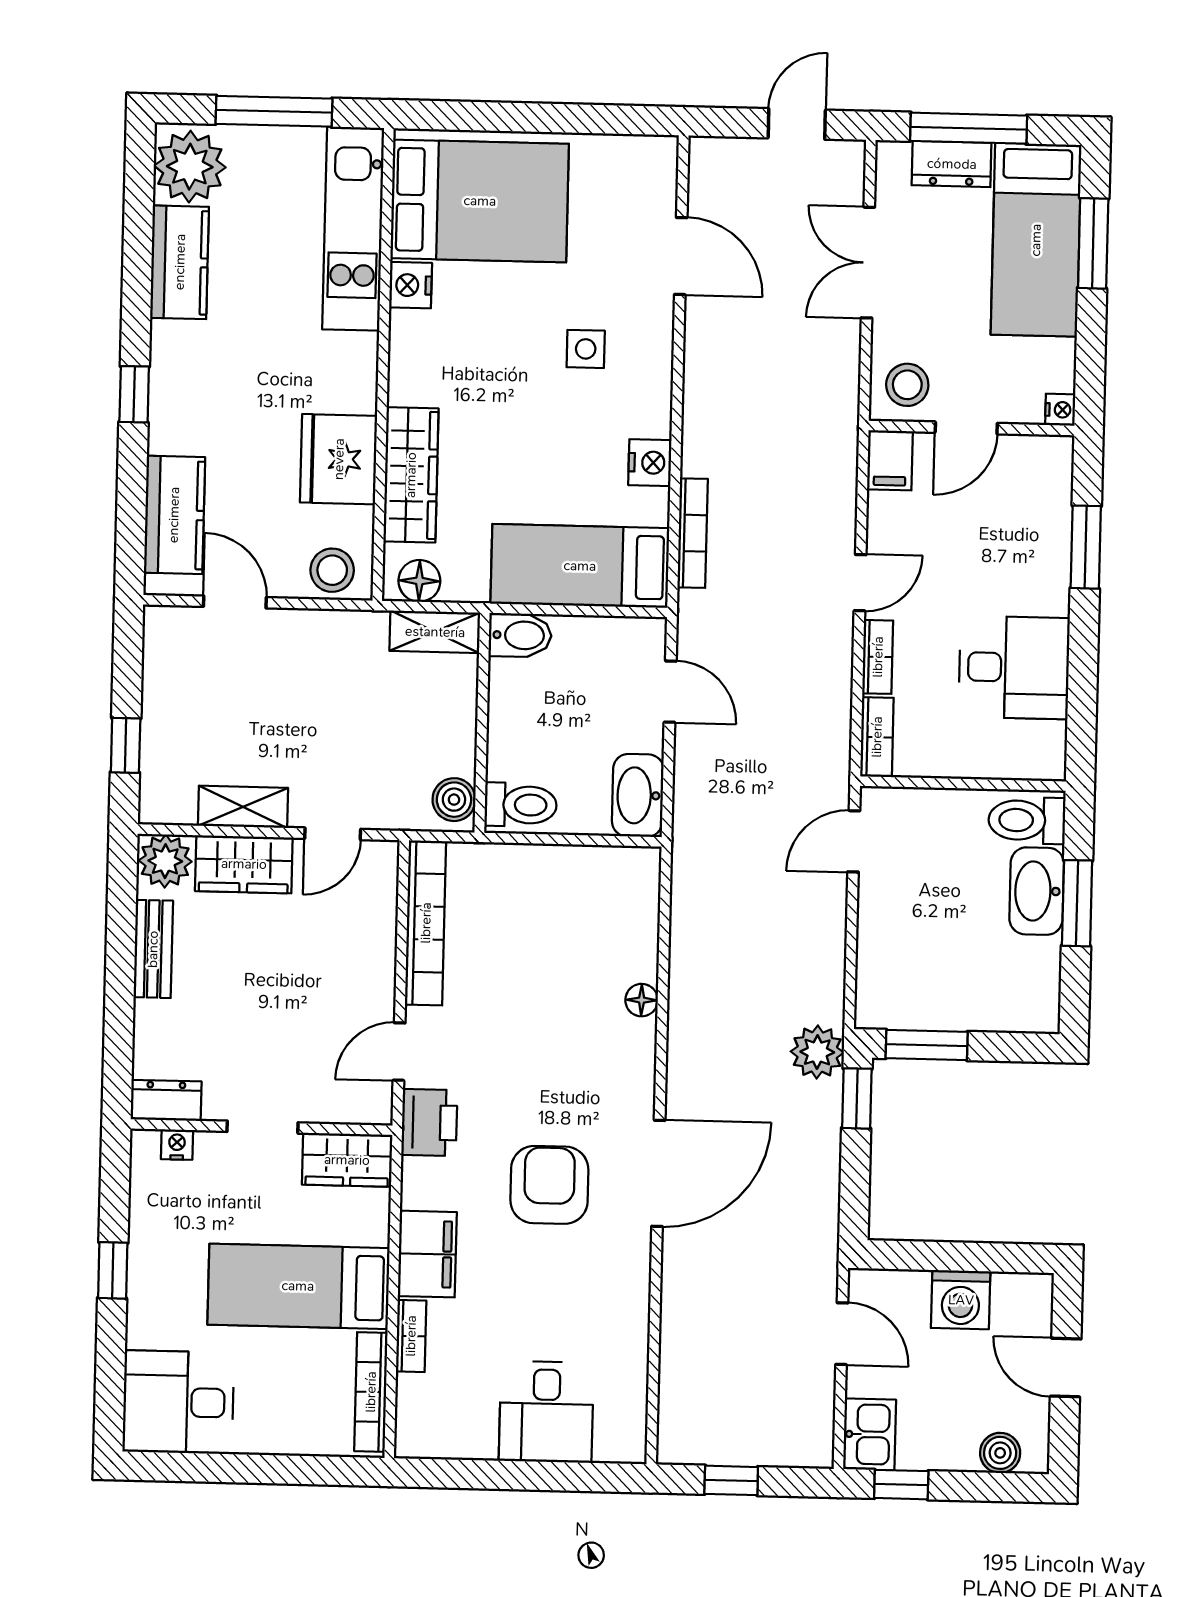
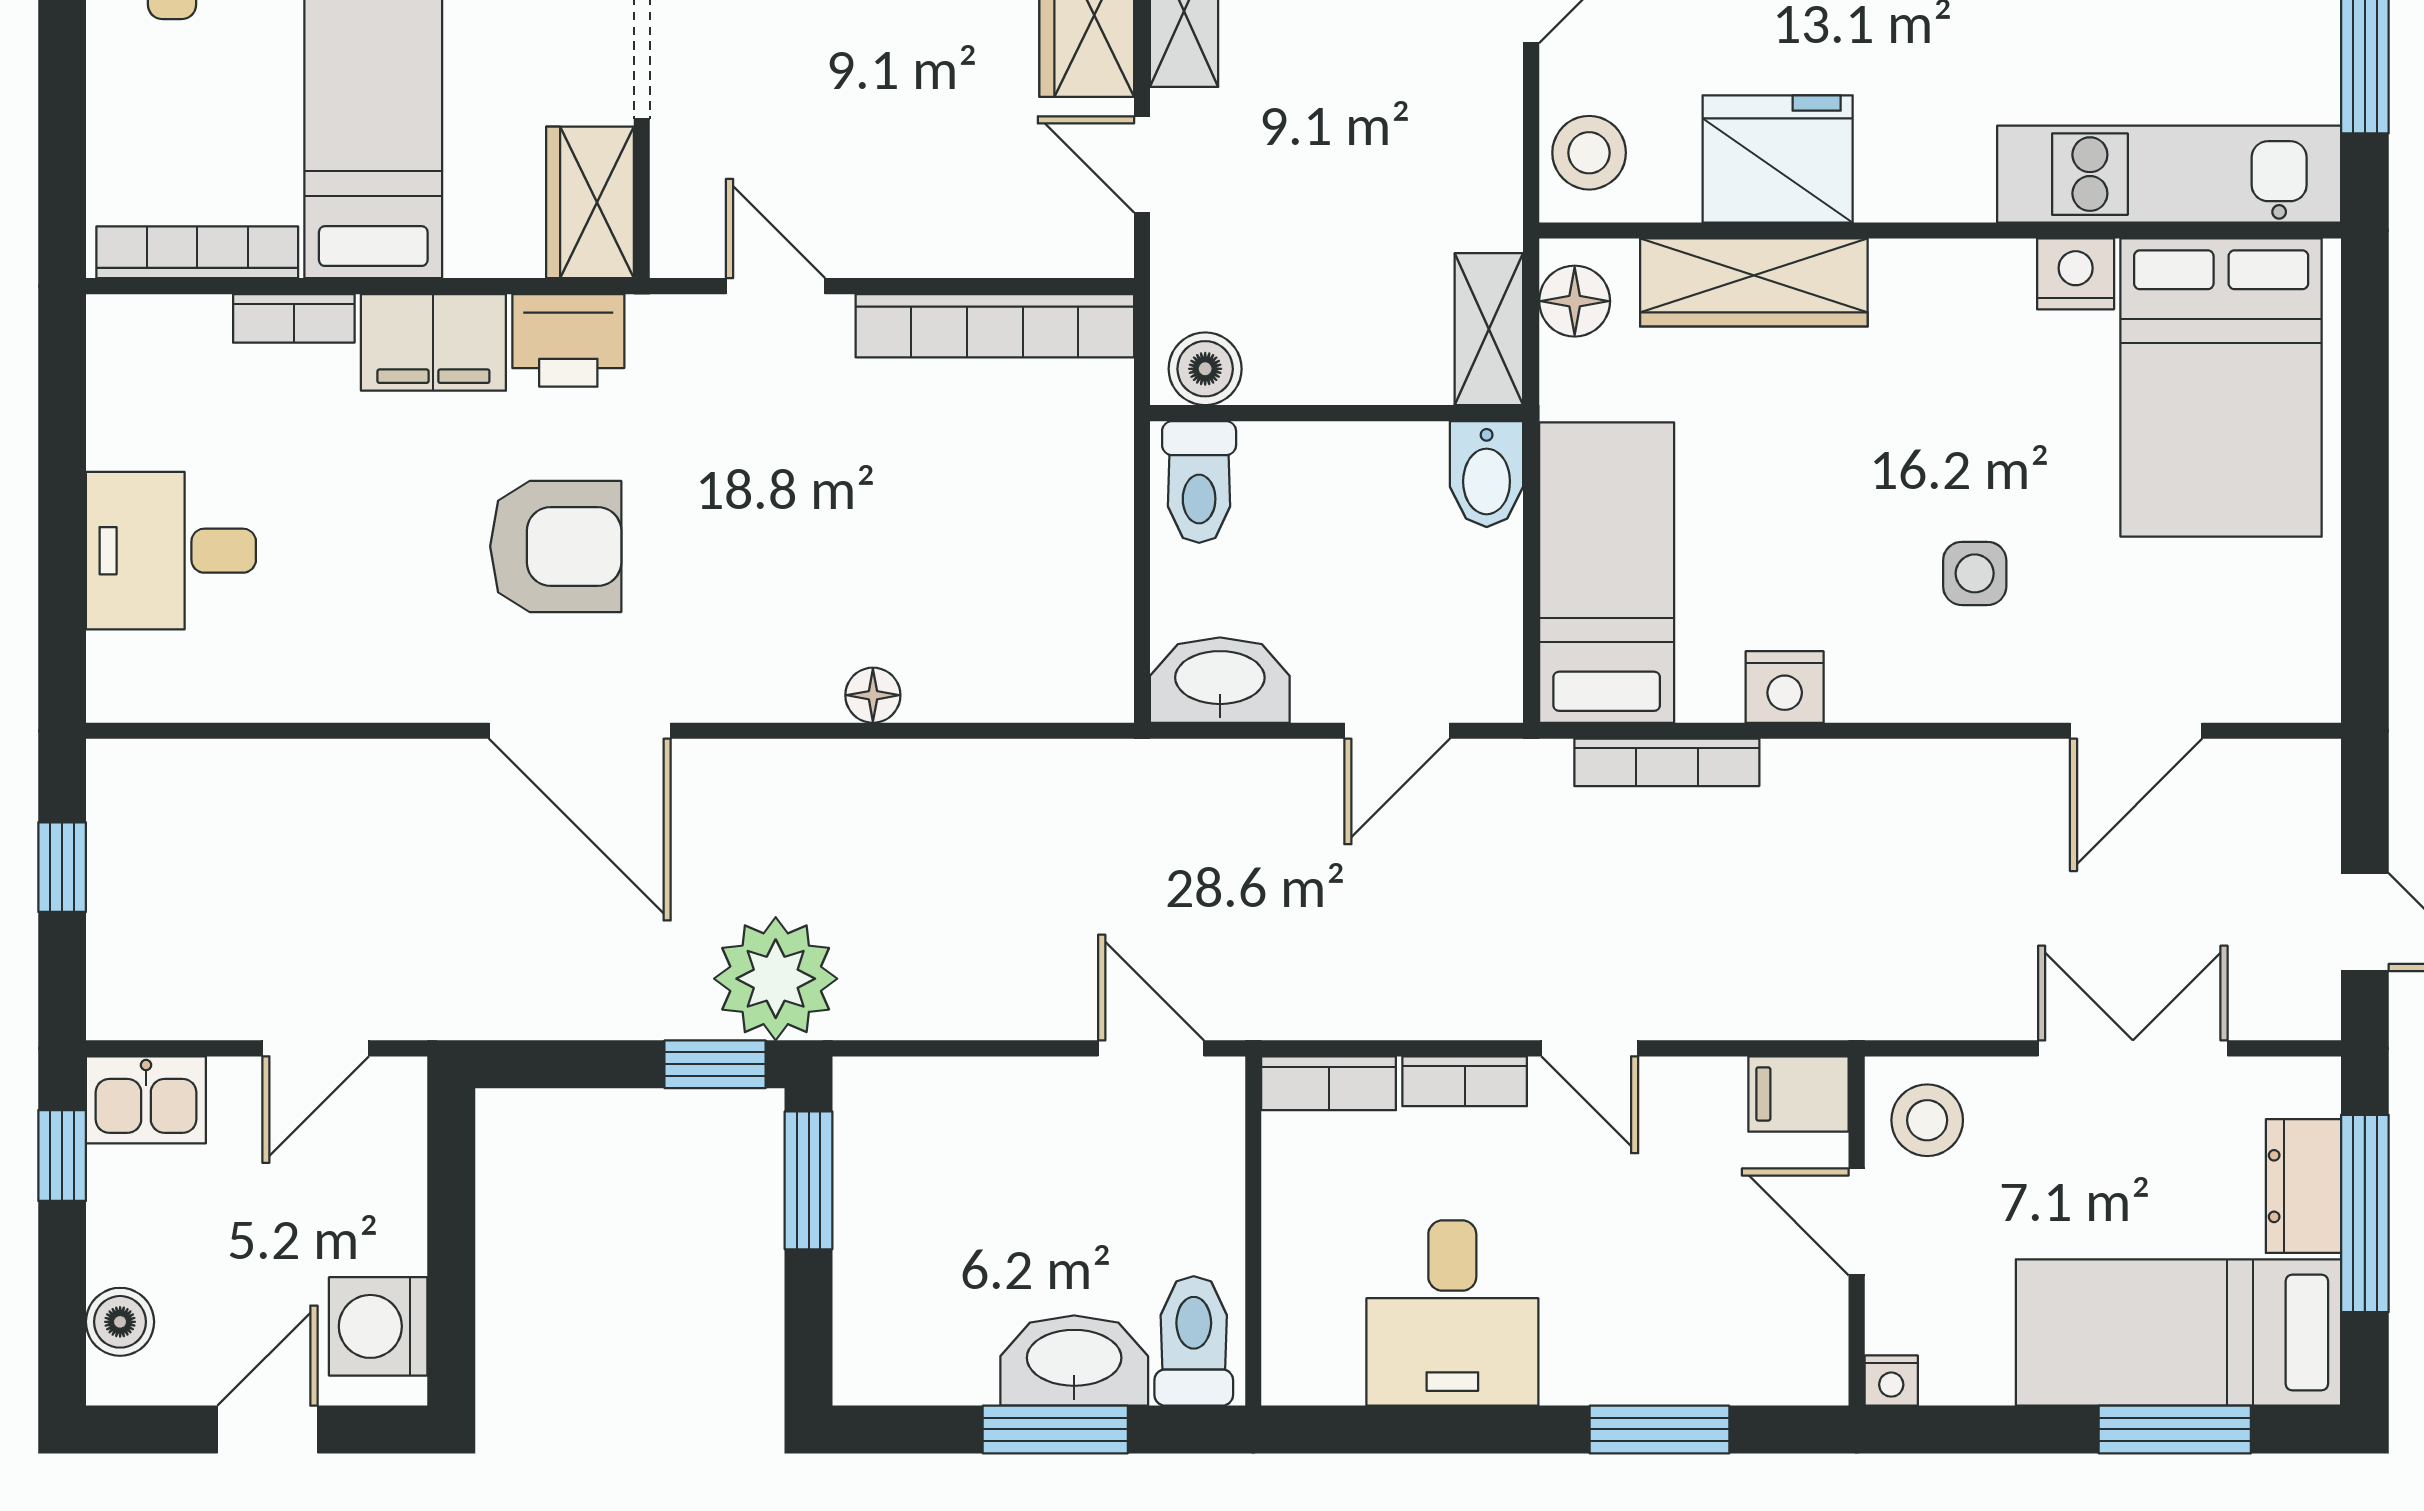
plant: (817, 1052) -> (776, 979), width x1.36, depth x1.36
printer: (429, 1122) -> (568, 340), moved
washing machine: (961, 1300) -> (378, 1326), moved

